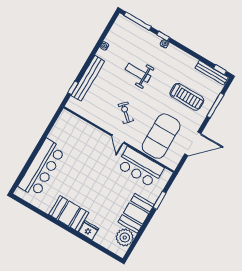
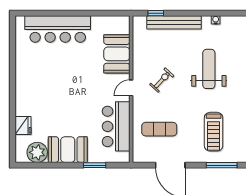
weight bench: (138, 73) -> (209, 69), width x1.36, depth x1.33
exercise mat: (161, 136) -> (159, 129), width x0.50, depth x0.69
booth: (69, 214) -> (117, 54), moved
fridge: (89, 230) -> (23, 125), moved

